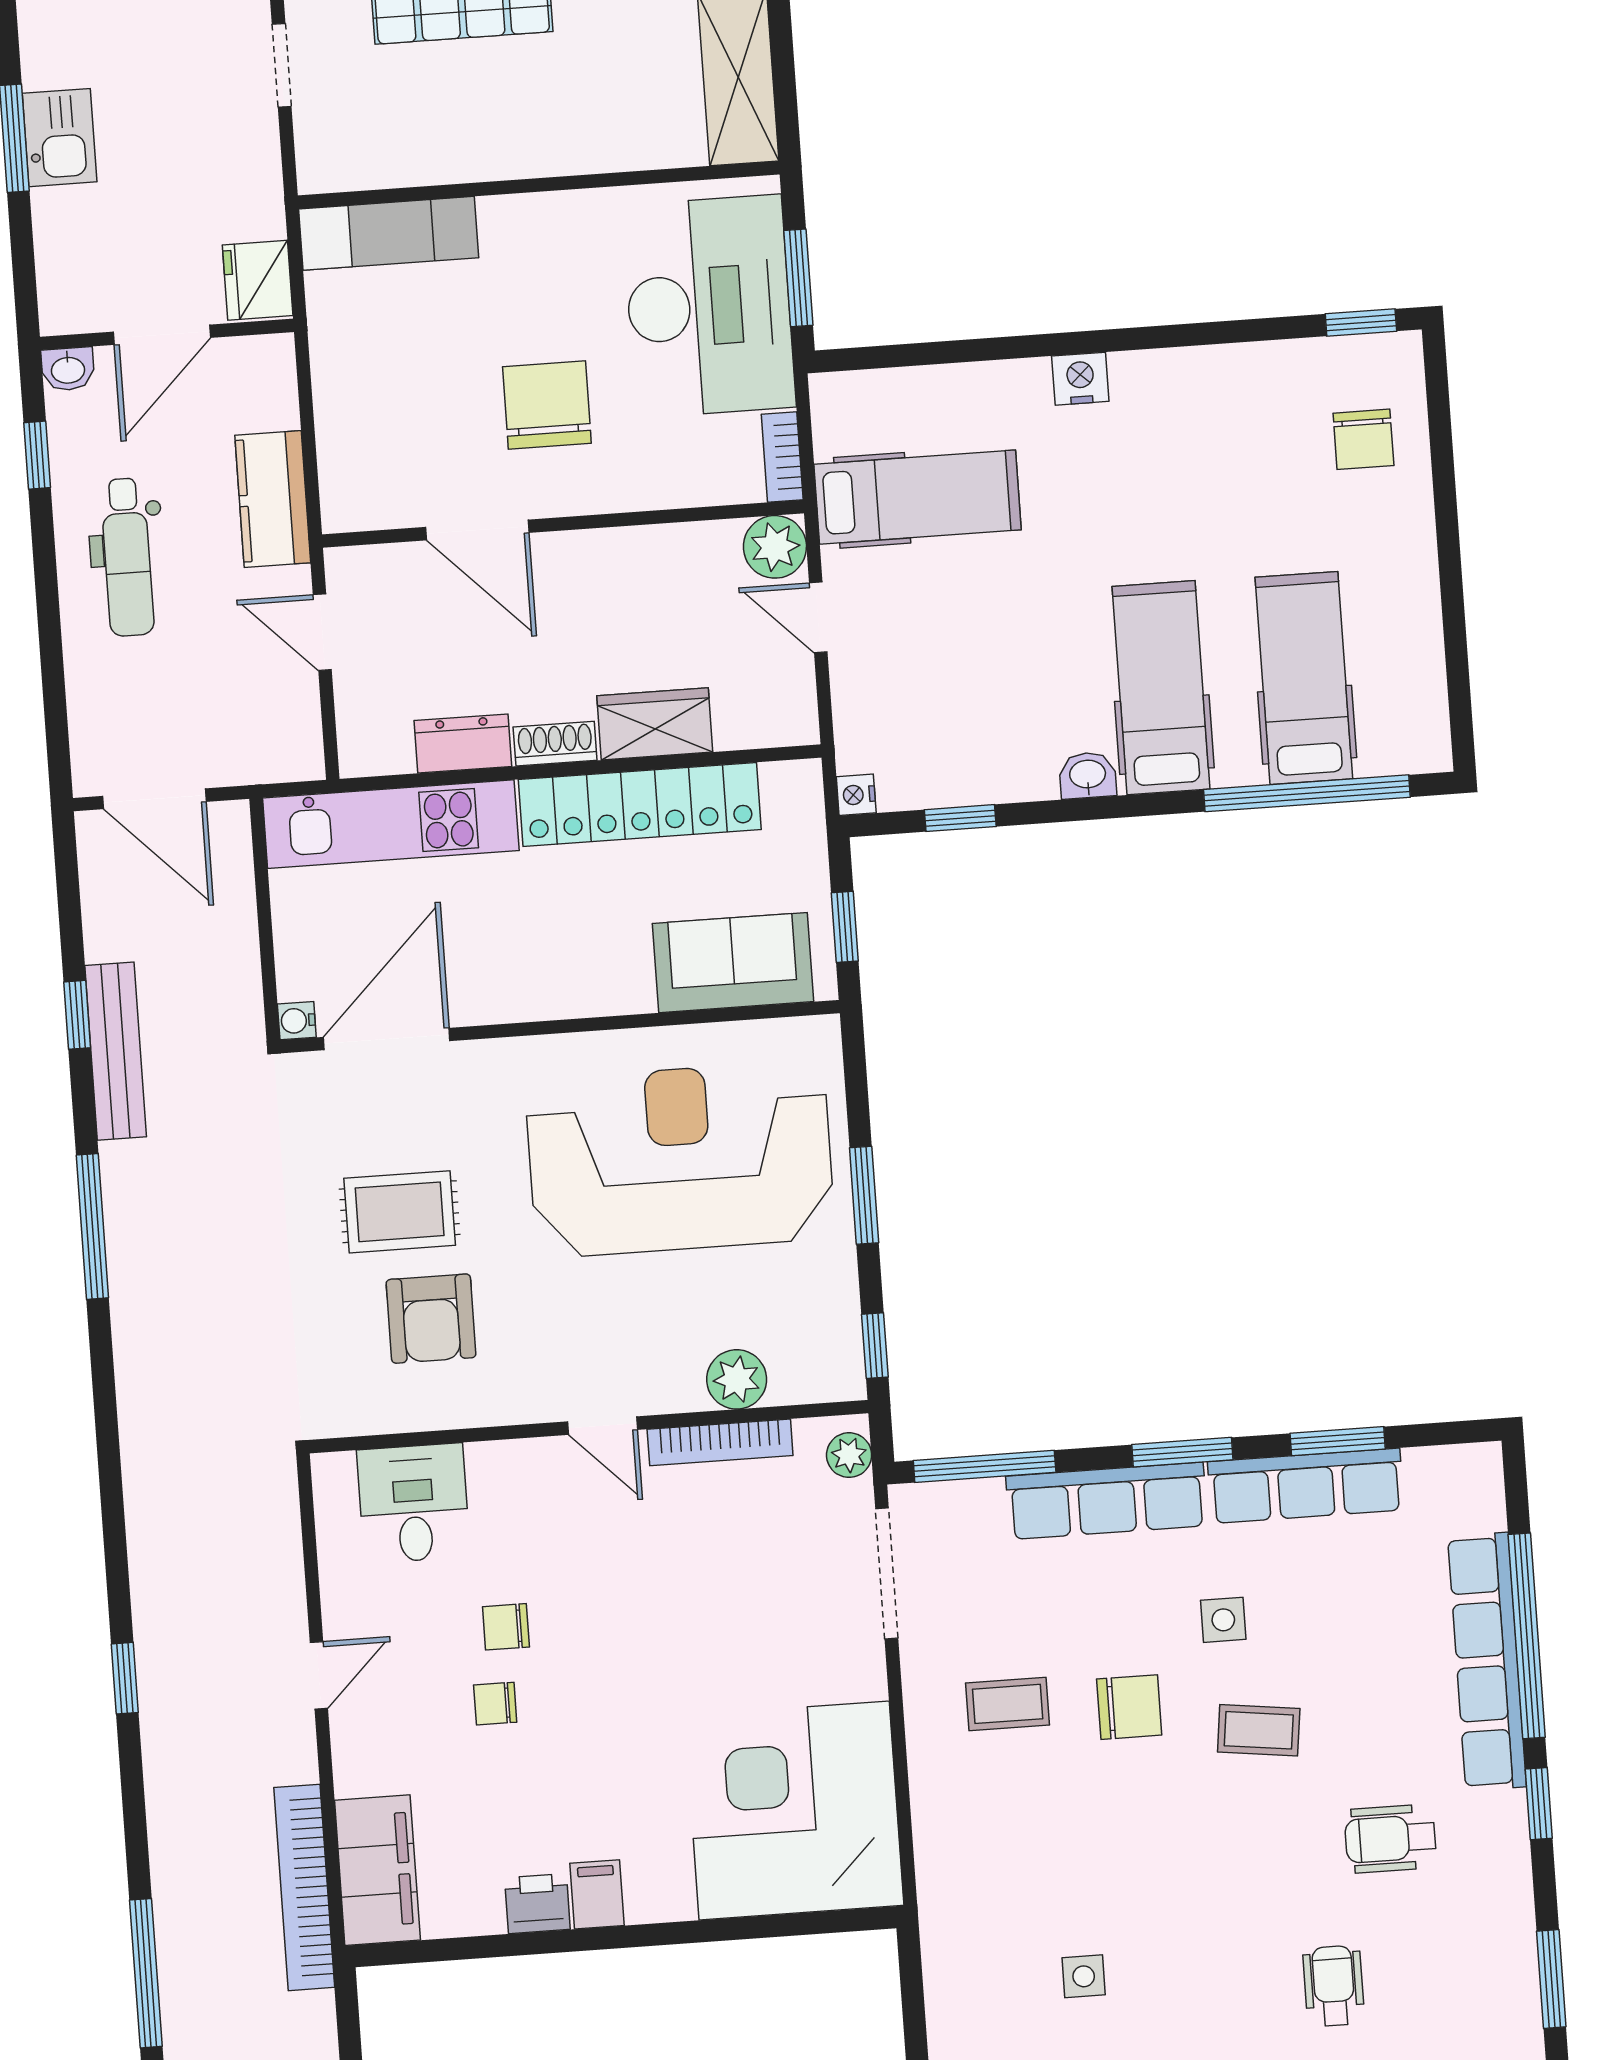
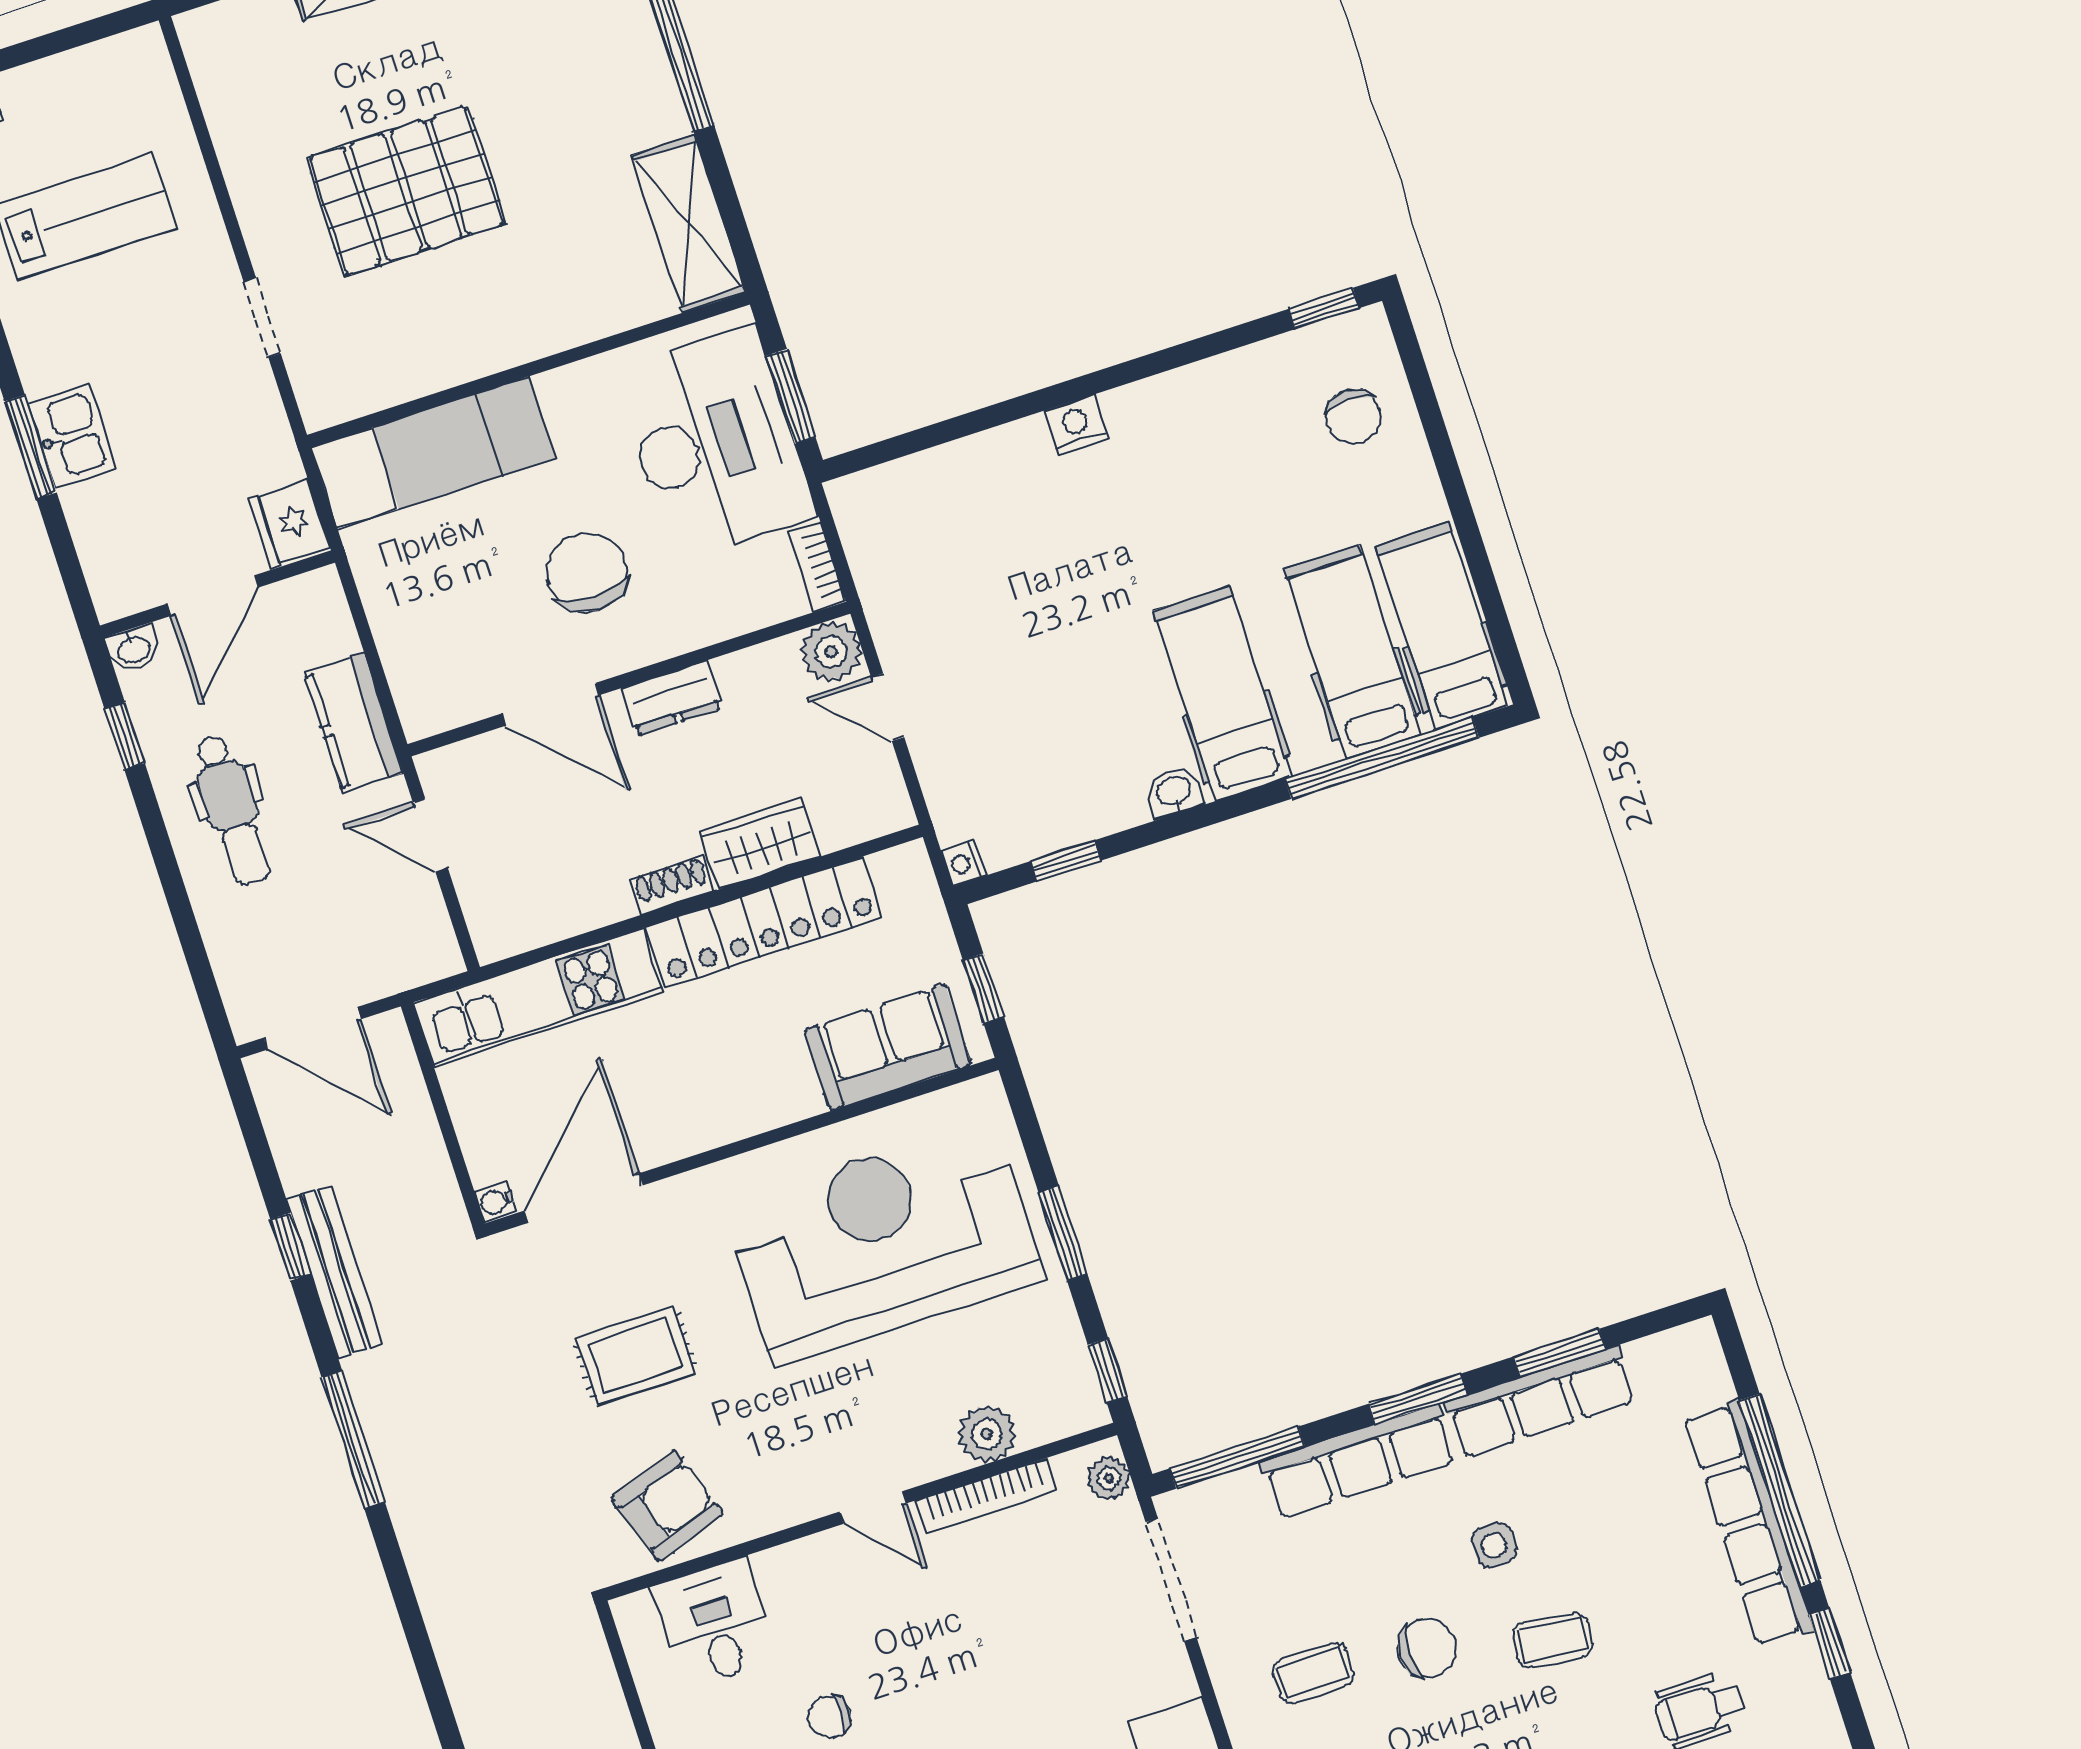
exam couch: (389, 233) -> (433, 452), width x1.36, depth x1.45
hospital bed: (918, 497) -> (1442, 626), moved, turned -90
dresser: (463, 743) -> (672, 698), moved, turned 180
armchair: (431, 1319) -> (667, 1506), moved, turned -109

